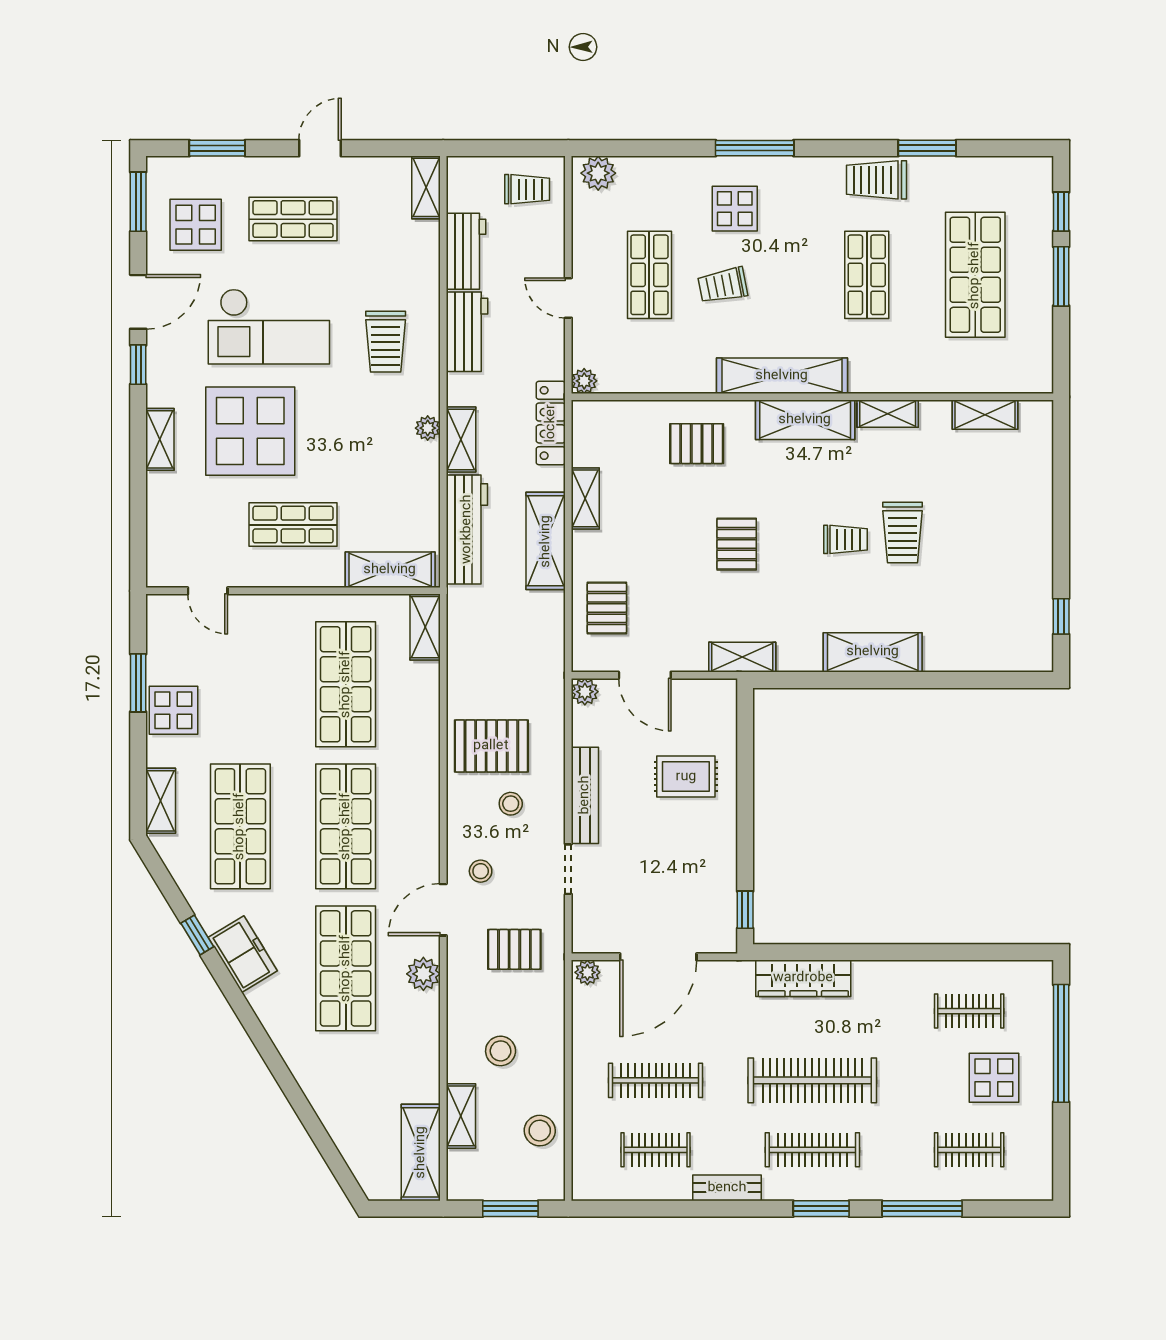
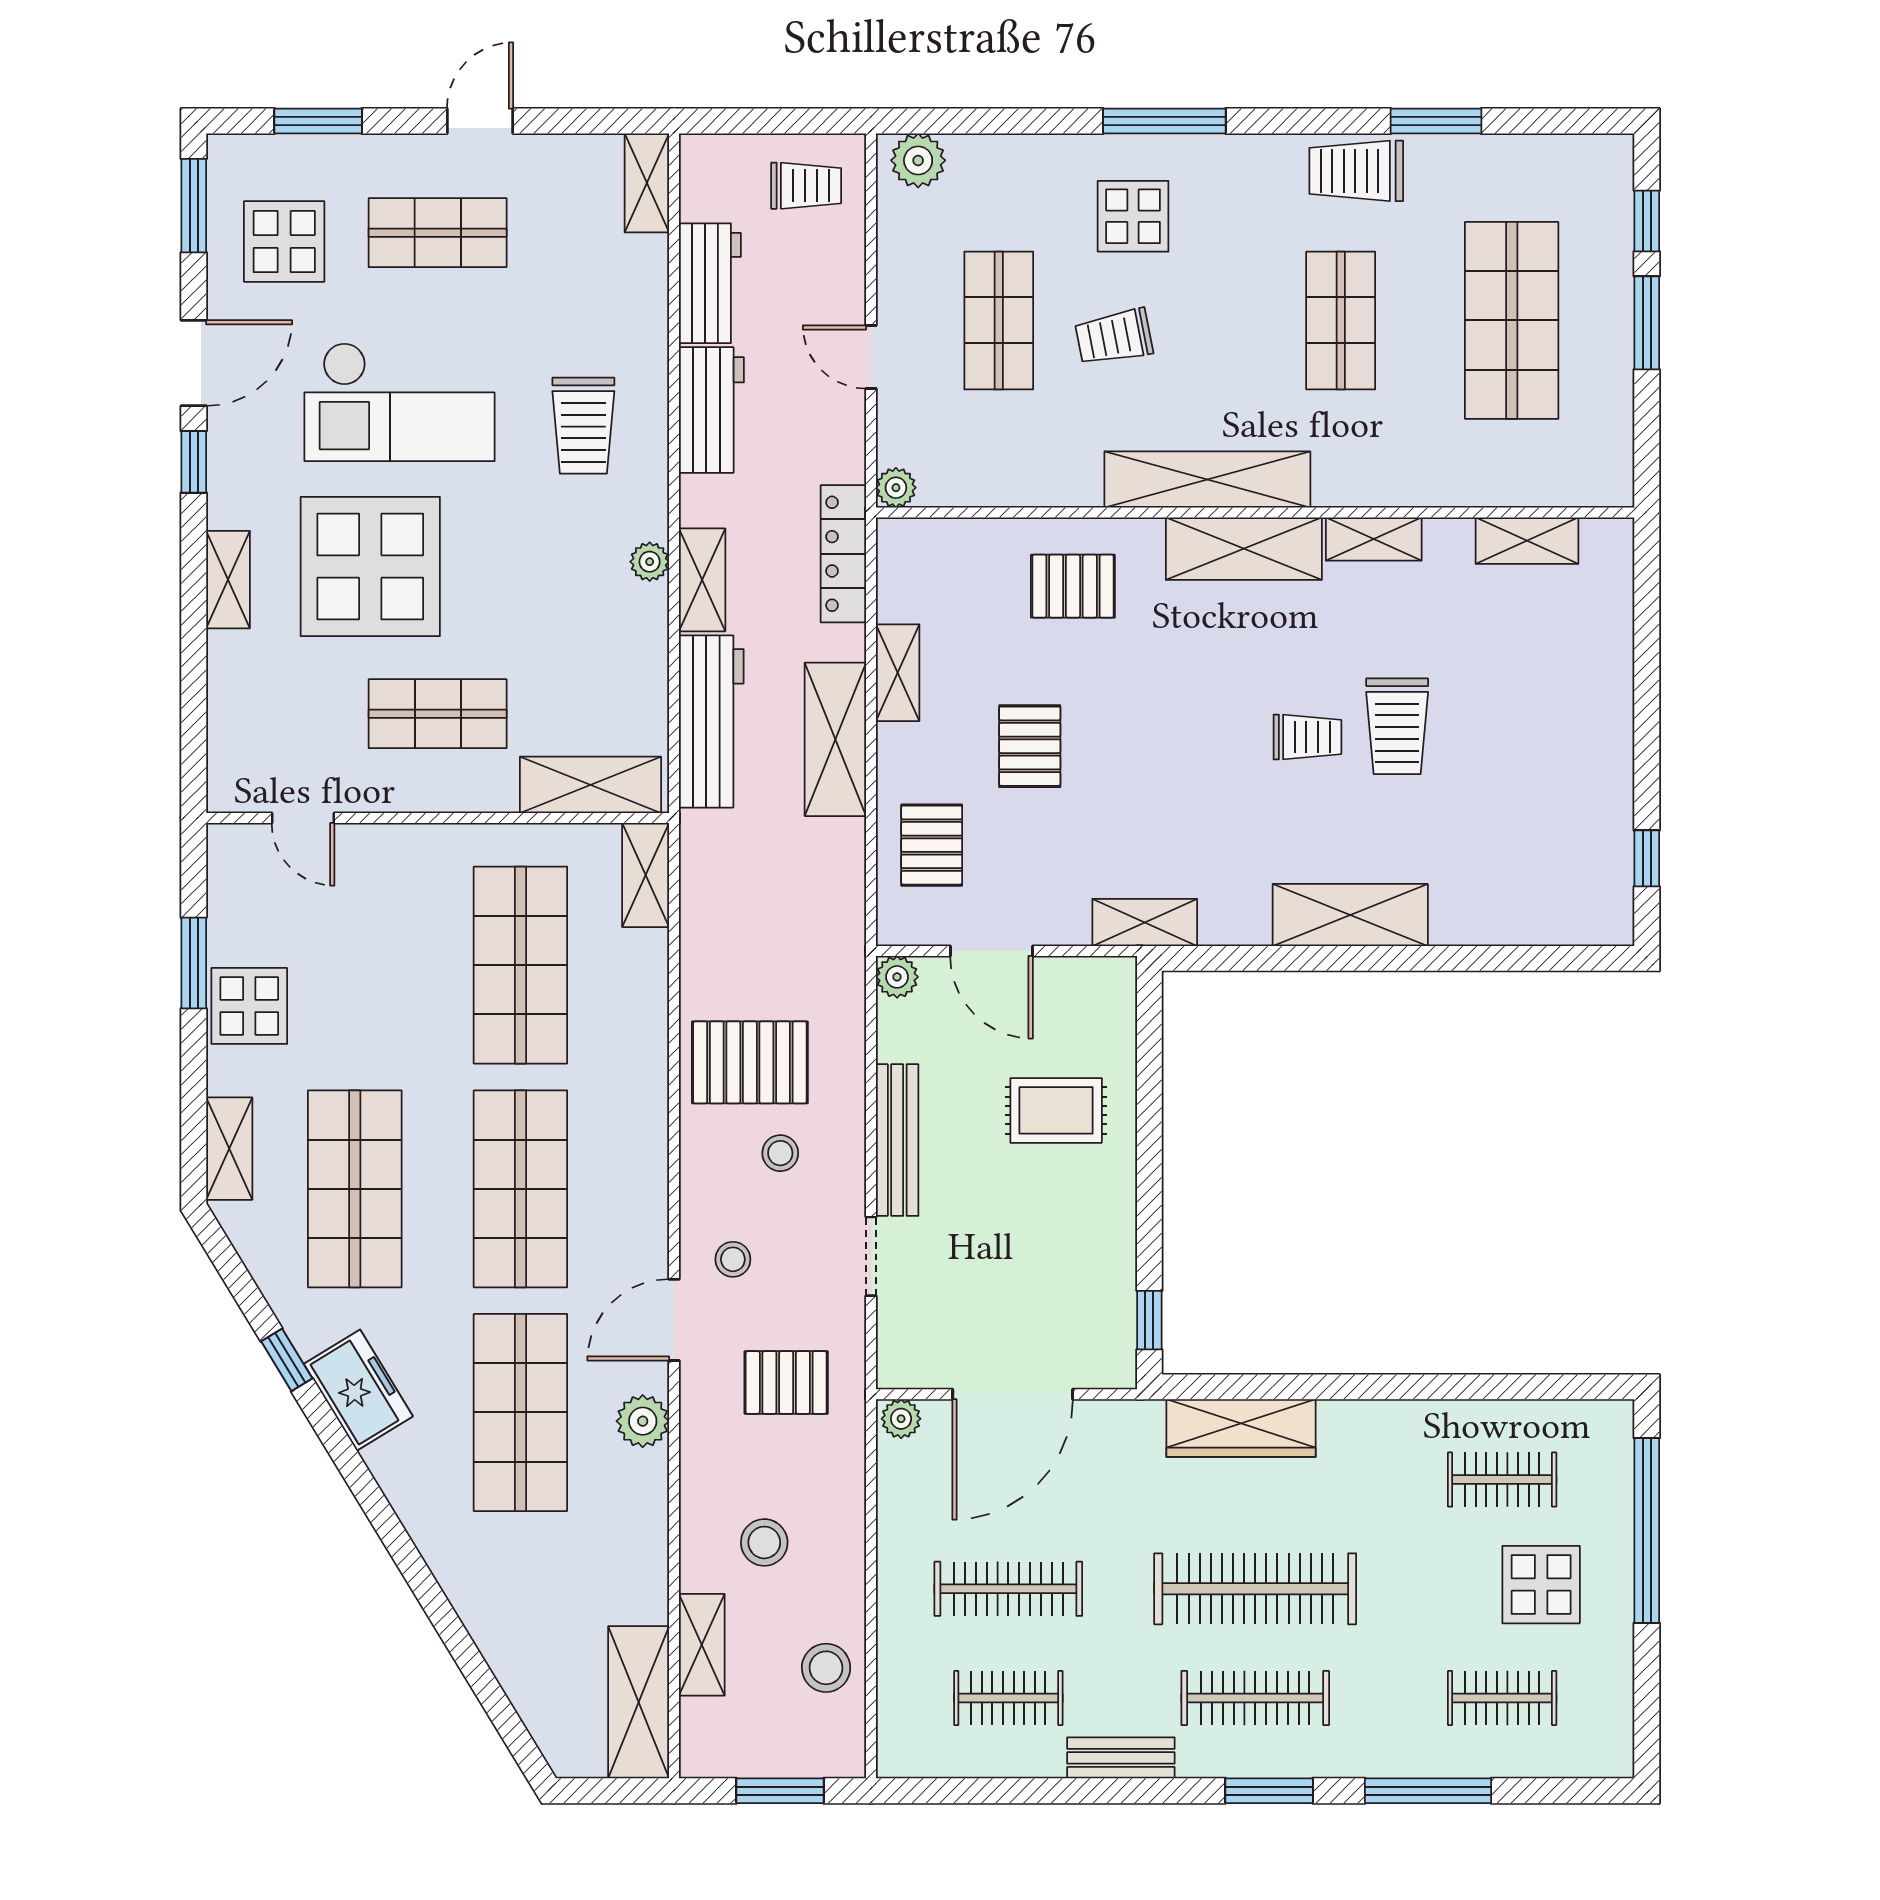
pallet: (737, 544) -> (1030, 746), moved

